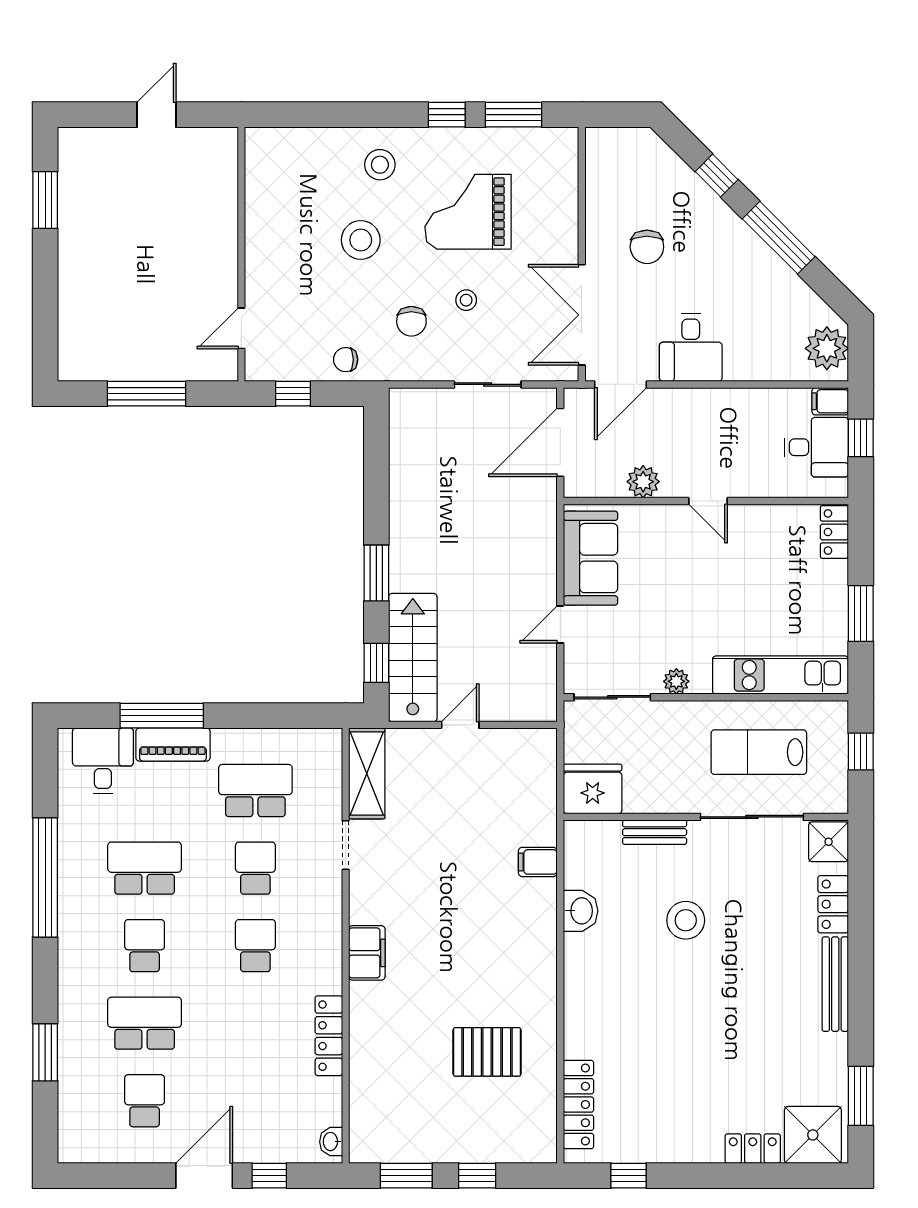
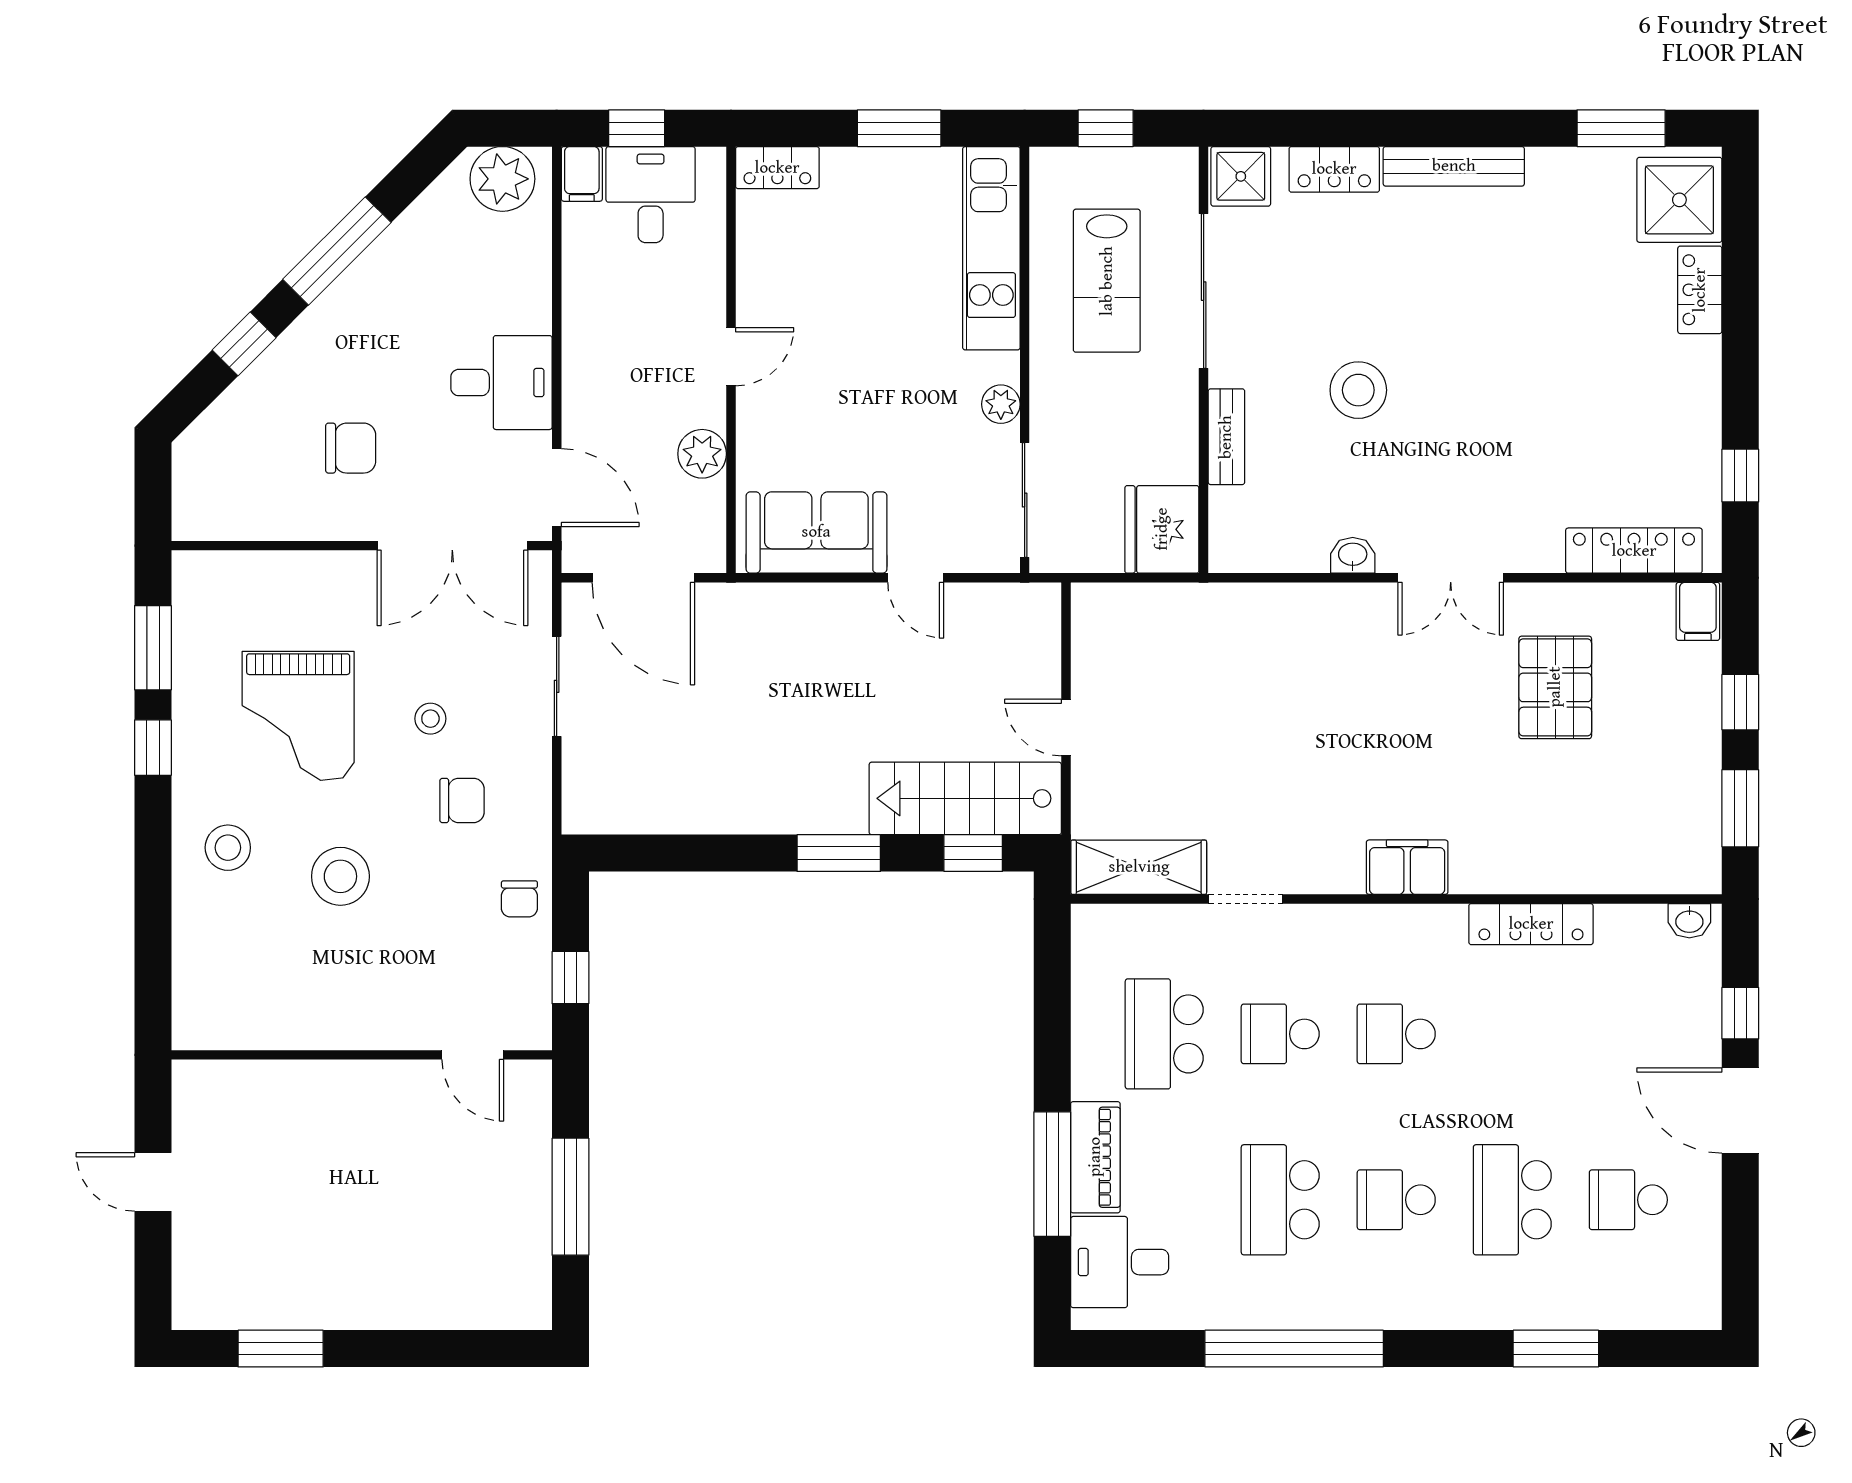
filing cabinet: (538, 862) -> (1698, 611), moved
washbasin: (581, 911) -> (1353, 555), width x0.72, depth x0.69
double door: (560, 982) -> (1451, 578), added

